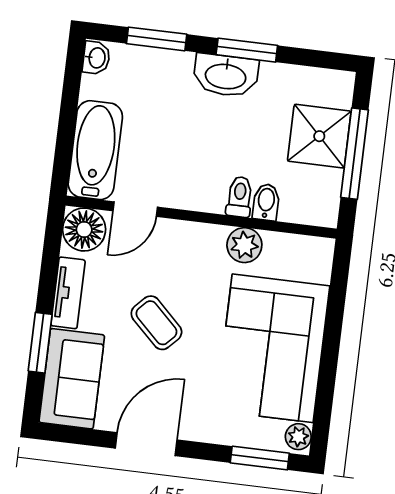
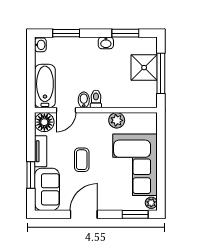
window: (247, 50) -> (125, 33), moved
washbasin: (226, 75) -> (106, 43), width x0.52, depth x0.69
toilet: (240, 197) -> (96, 99), moved
bidet: (266, 202) -> (84, 100), moved
coffee table: (156, 323) -> (82, 160), turned 46

